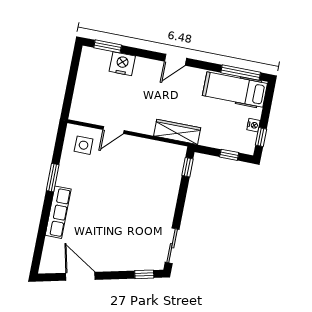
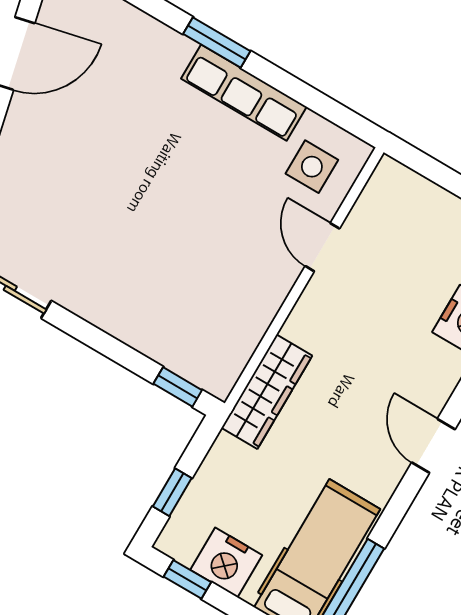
nightstand: (253, 125) -> (226, 562), width x1.89, depth x1.79
window: (53, 178) -> (217, 43), moved
row of seats: (58, 212) -> (244, 93), moved

